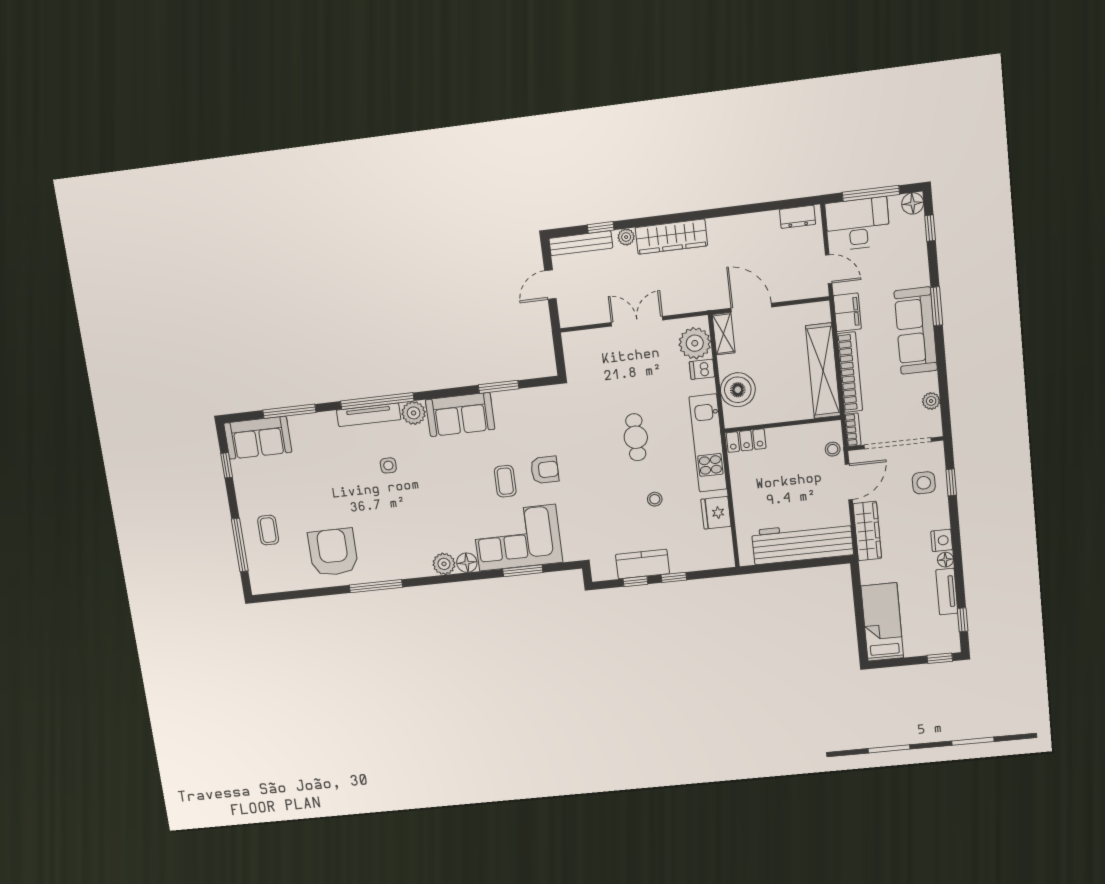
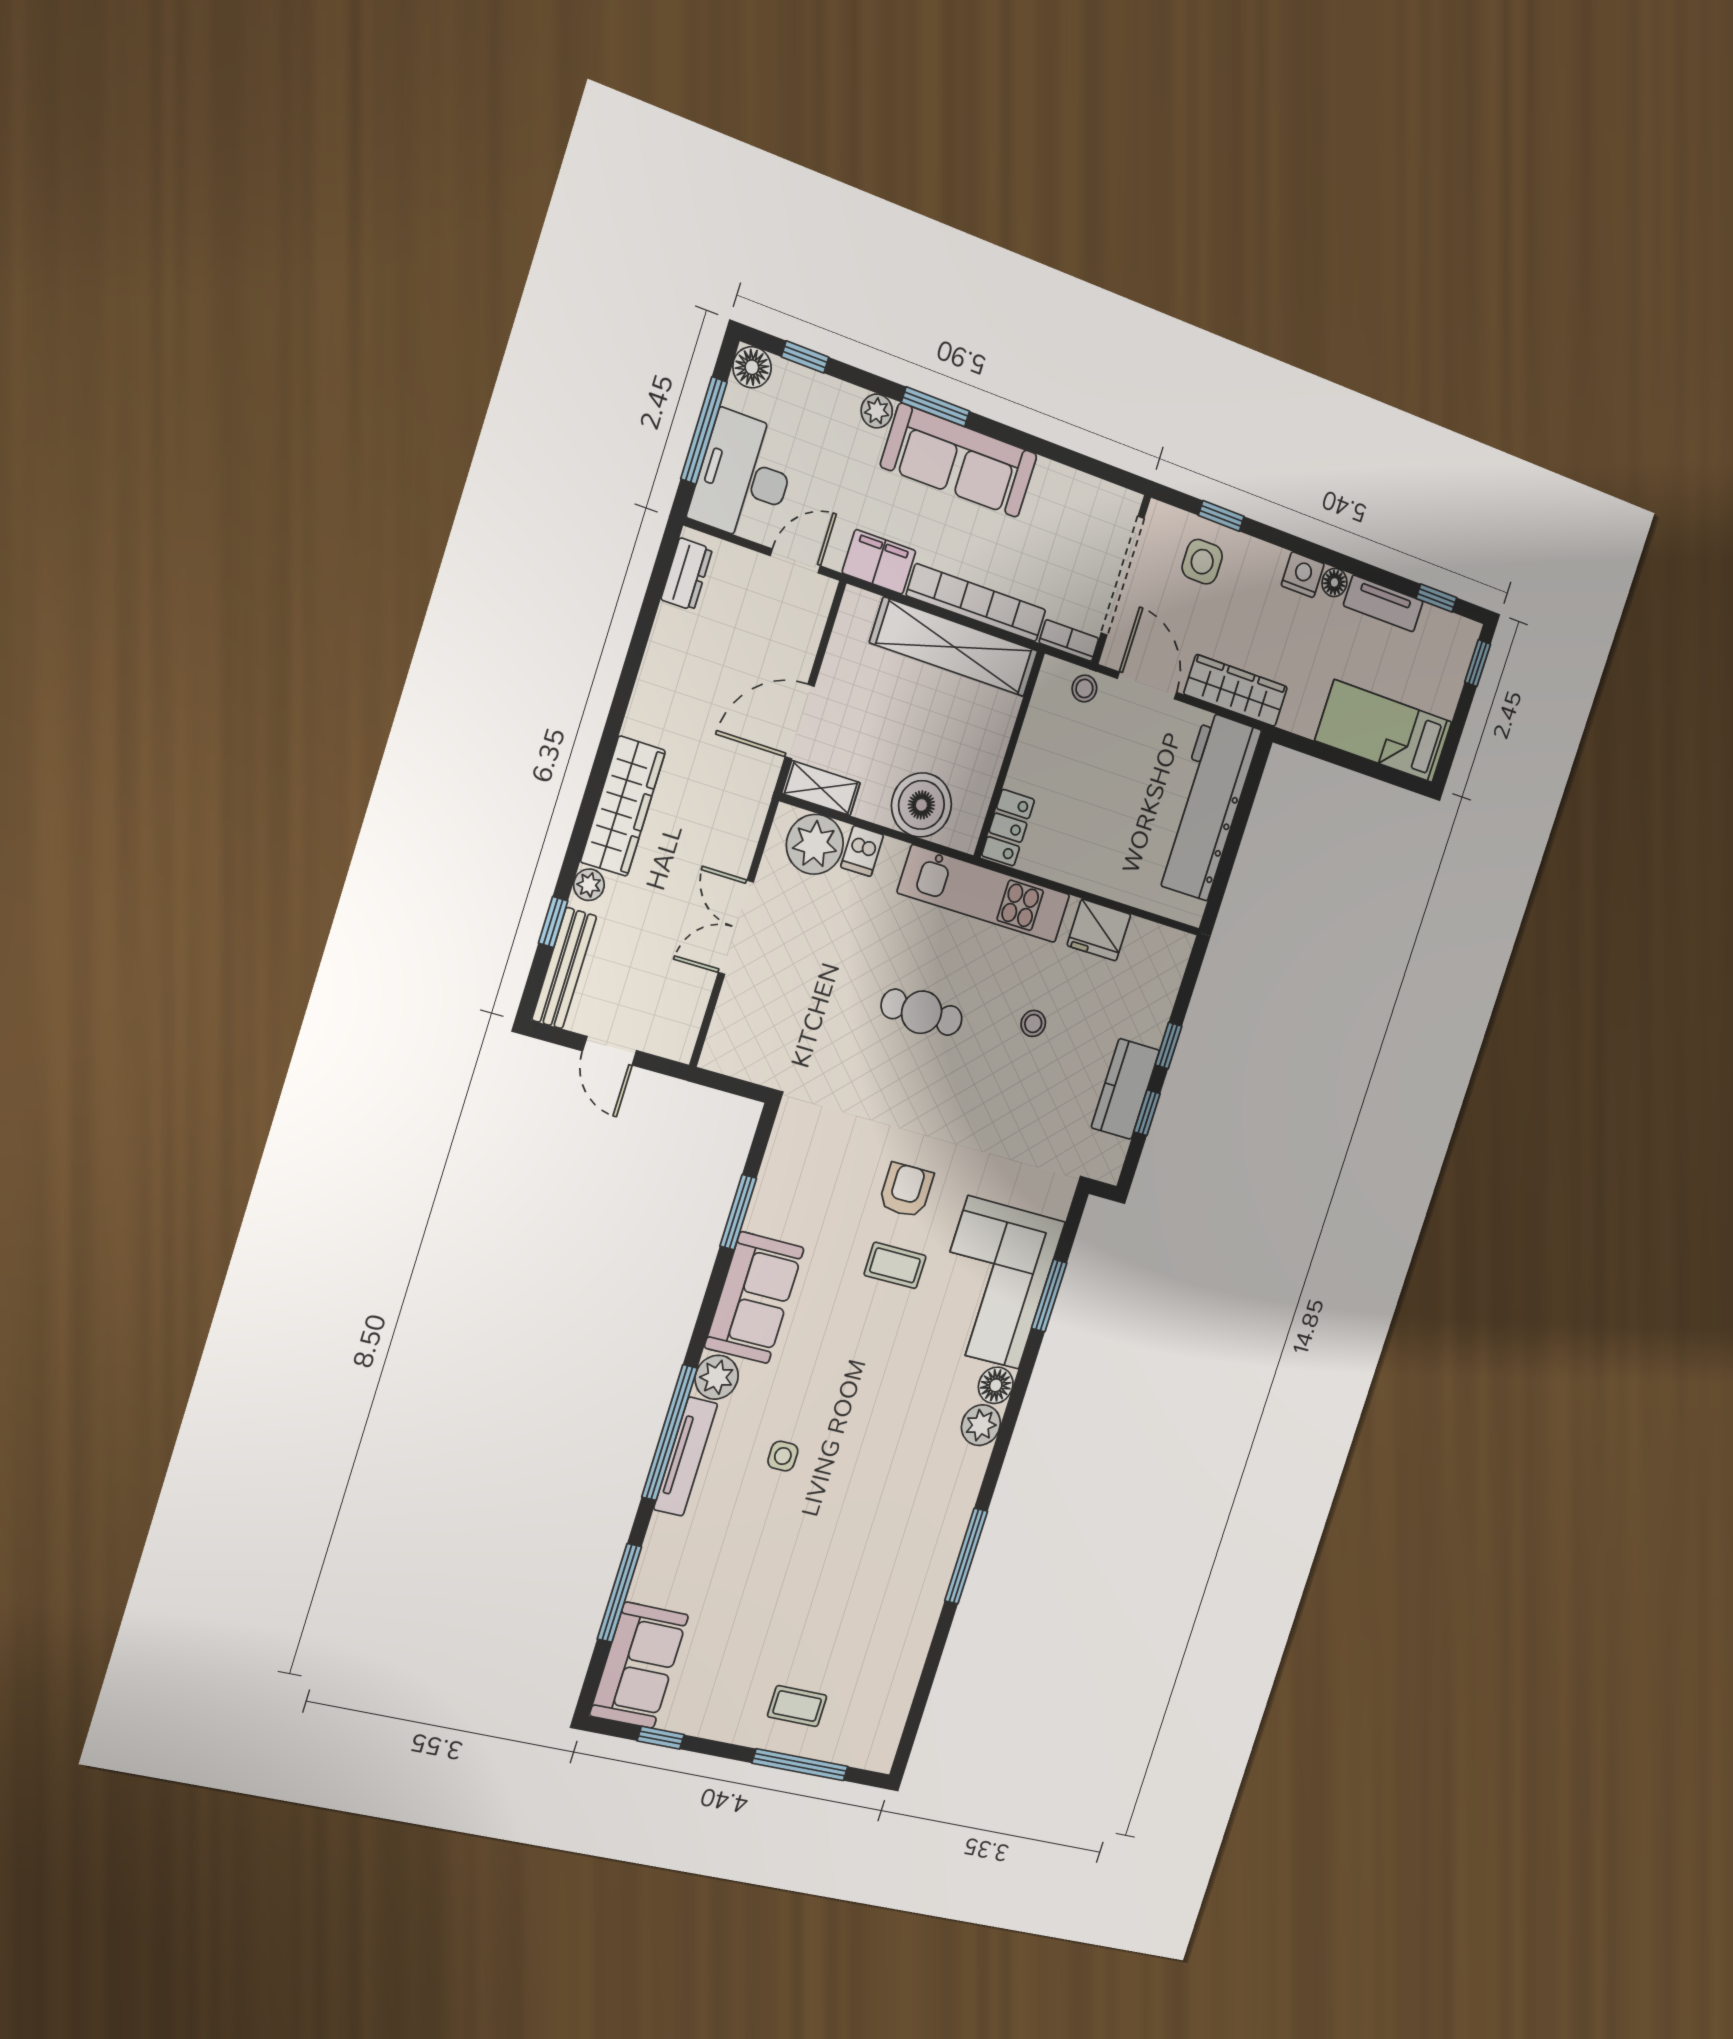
plant: (931, 401) -> (877, 411), moved
armchair: (333, 552) -> (881, 1608), removed

